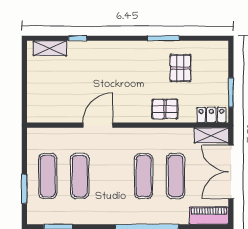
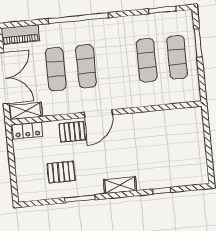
shelving: (50, 48) -> (120, 185), moved
pallet: (180, 68) -> (61, 172), turned 90
window: (231, 93) -> (11, 154), removed
door: (98, 125) -> (98, 114), moved

